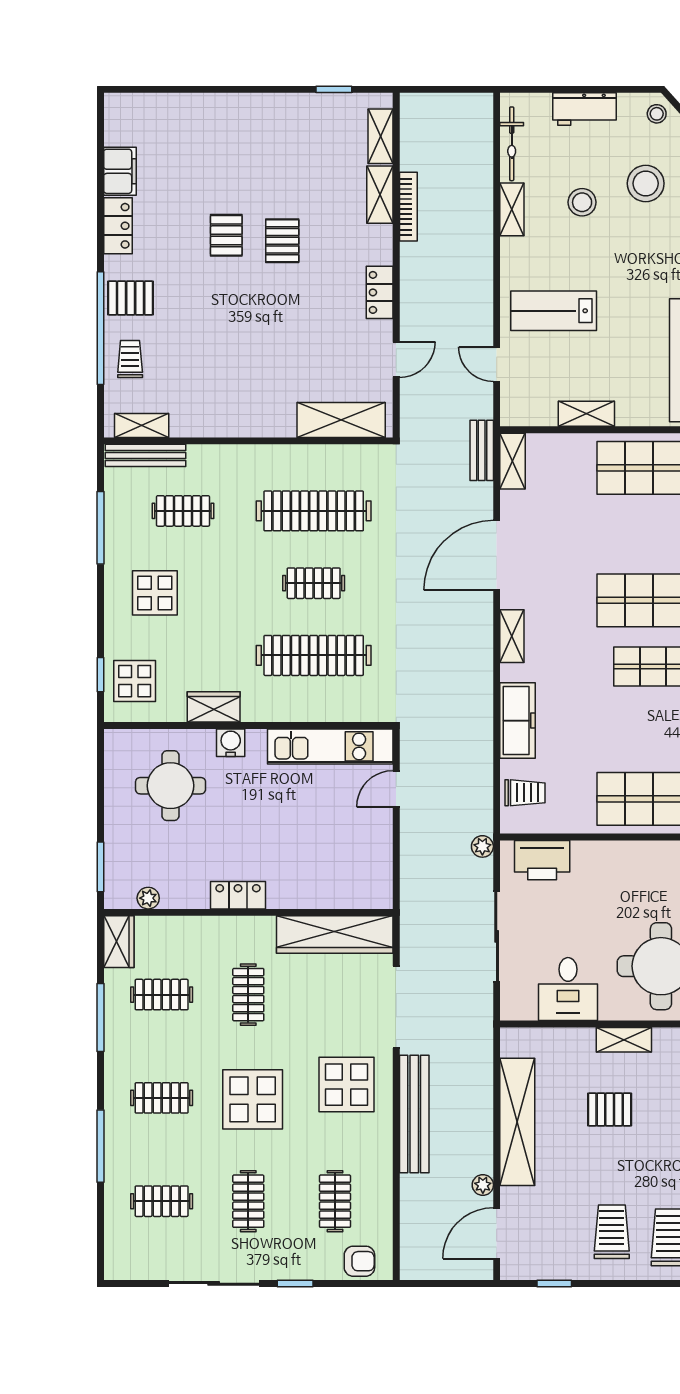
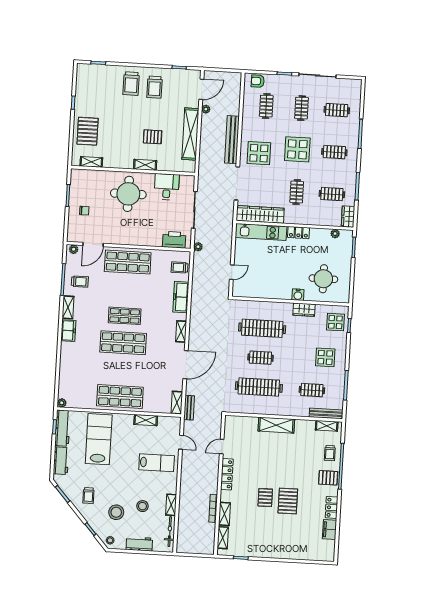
pallet: (226, 235) -> (288, 501), width x1.50, depth x1.42
locker: (380, 292) -> (227, 474), width x1.53
shelving: (341, 420) -> (276, 425), moved
kitchen unit: (330, 746) -> (261, 232), moved, turned 180

